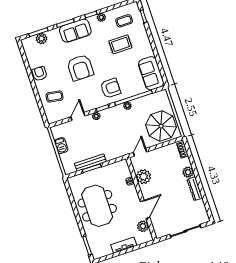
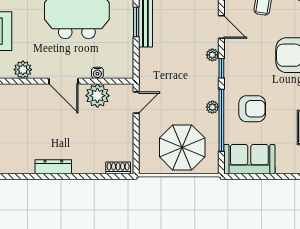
armchair: (110, 88) -> (252, 109), moved, turned -90
parasol: (161, 126) -> (182, 147), moved
door: (140, 152) -> (136, 103), hinge flipped
plant: (188, 172) -> (82, 165), removed
door: (145, 209) -> (63, 81), moved

